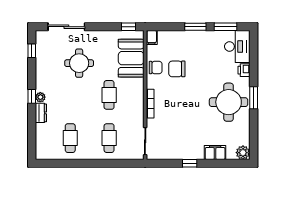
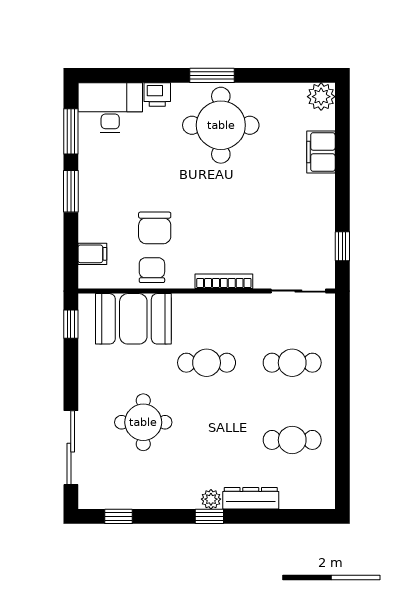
filing cabinet: (152, 38) -> (92, 254), moved
dresser: (41, 113) -> (251, 498), width x1.44
window: (190, 163) -> (342, 246), moved

